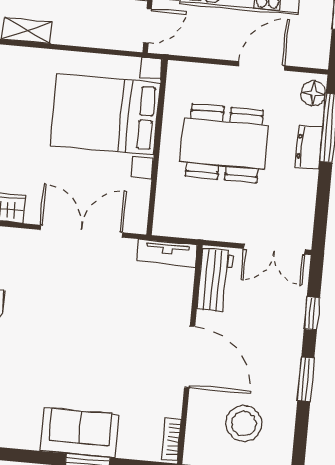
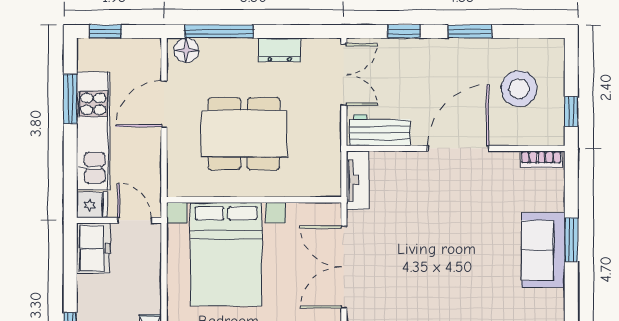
door: (262, 66) -> (164, 104), hinge flipped
dining table: (224, 143) -> (244, 134), turned 90
dresser: (309, 147) -> (280, 50), moved

